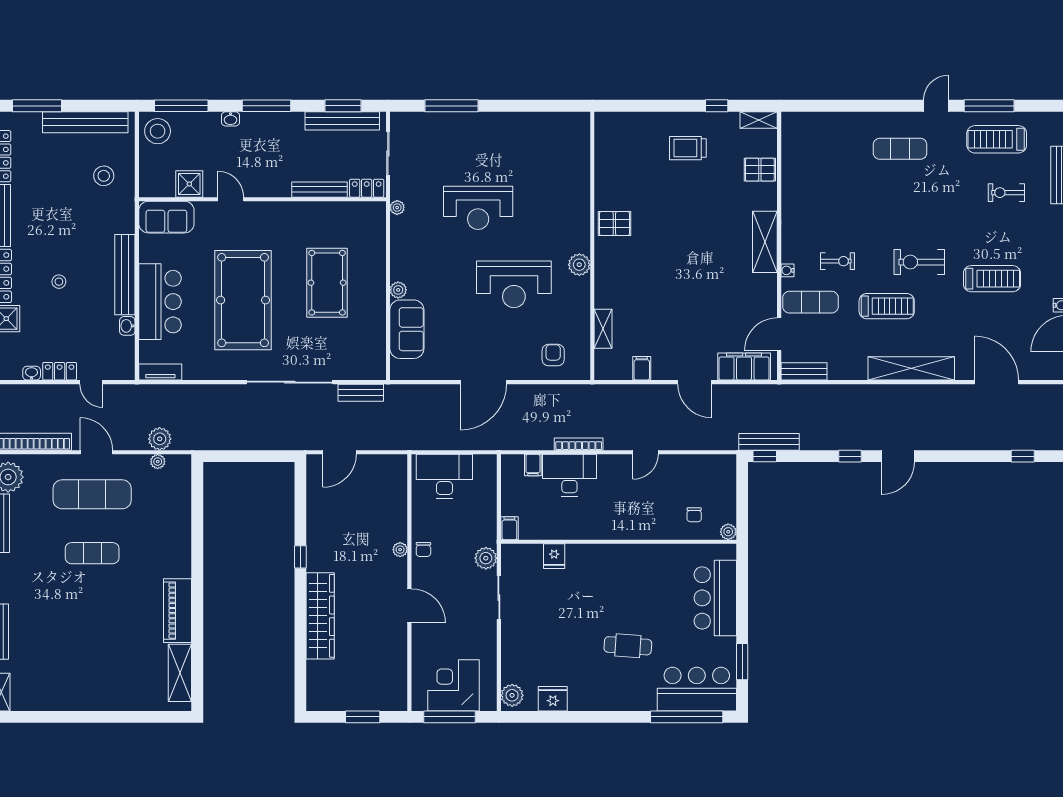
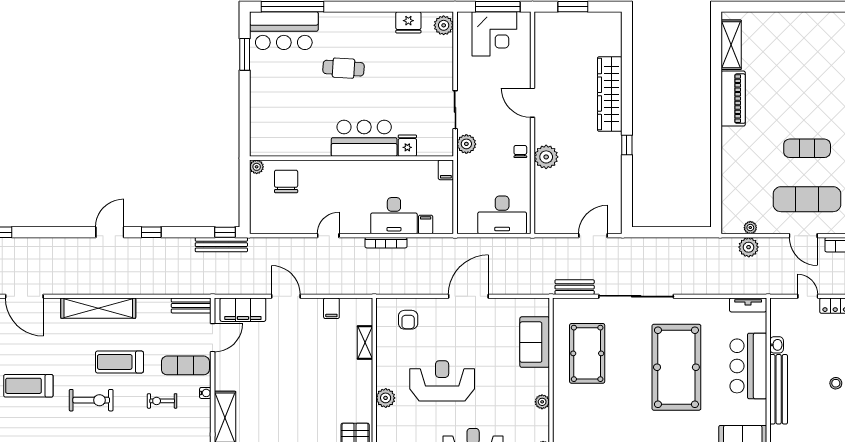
pool table: (327, 283) -> (587, 353), moved
plant: (398, 290) -> (542, 402), moved
chair: (694, 515) -> (286, 181), width x1.87, depth x1.87
plant: (400, 550) -> (546, 157), width x1.87, depth x1.87
bar counter: (715, 598) -> (364, 138), moved, turned -90

